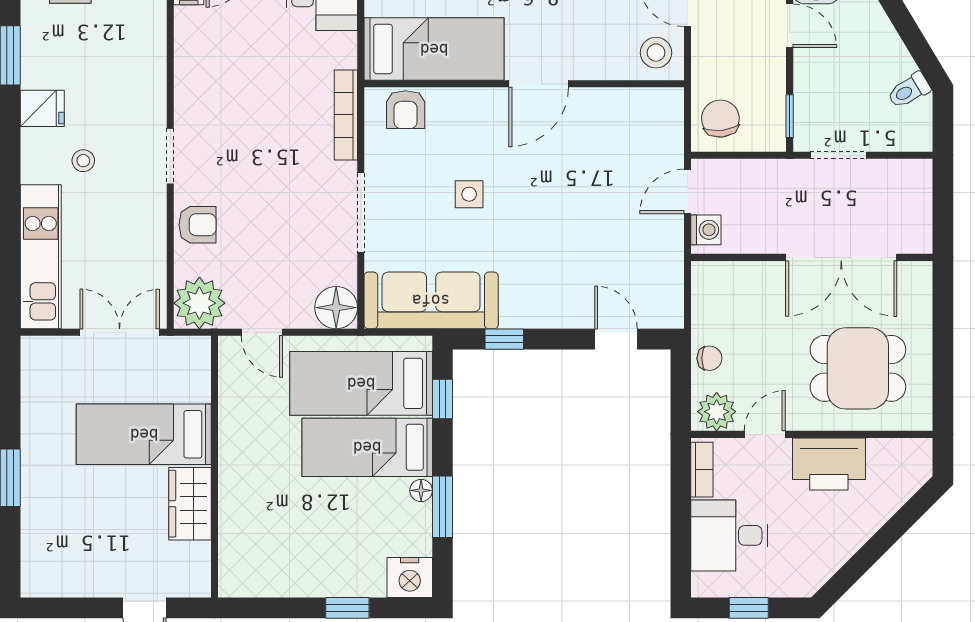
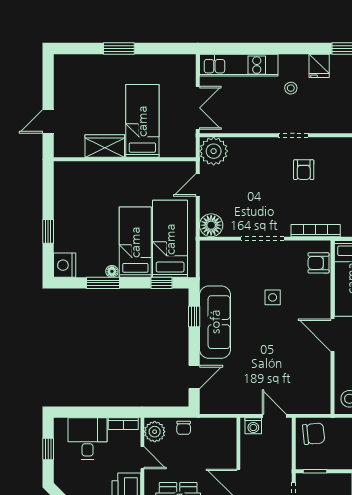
armchair: (198, 225) -> (304, 170), moved
sofa: (431, 300) -> (215, 322), moved

